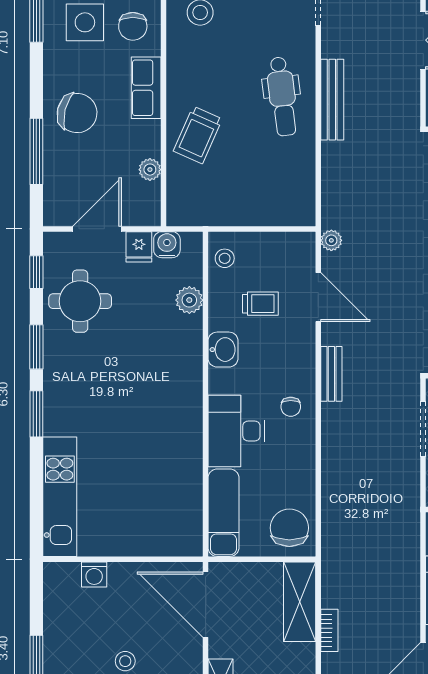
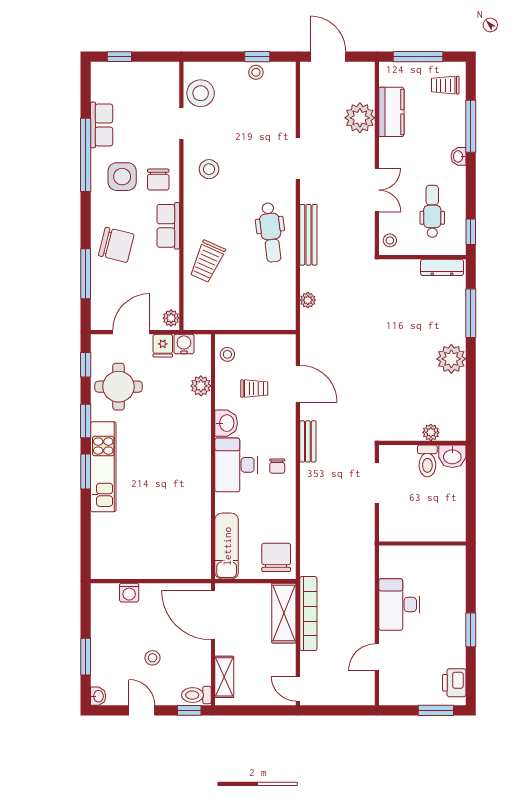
plant: (150, 170) -> (171, 318), moved
plant: (331, 240) -> (308, 300), moved
desk: (236, 431) -> (236, 465), moved
kitchen unit: (60, 497) -> (103, 467), moved
bookcase: (329, 630) -> (308, 614), width x2.31, depth x1.31

